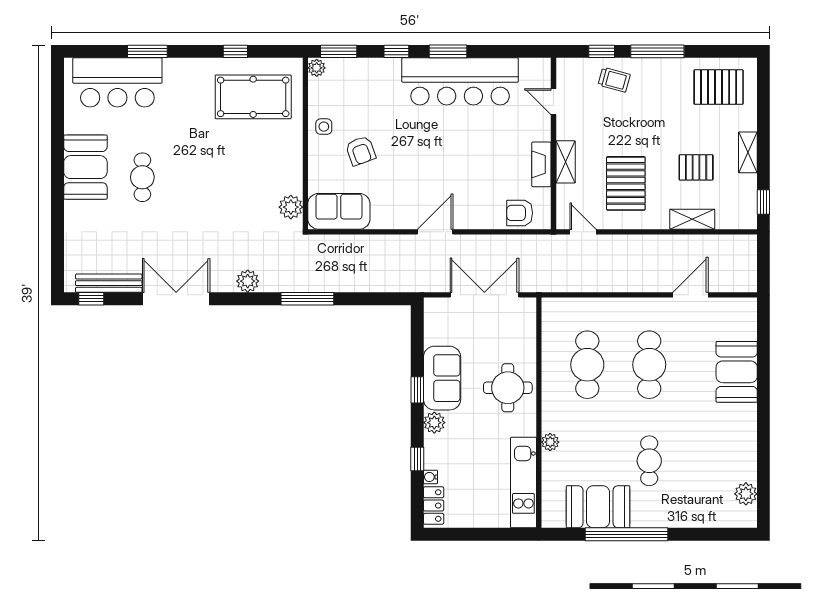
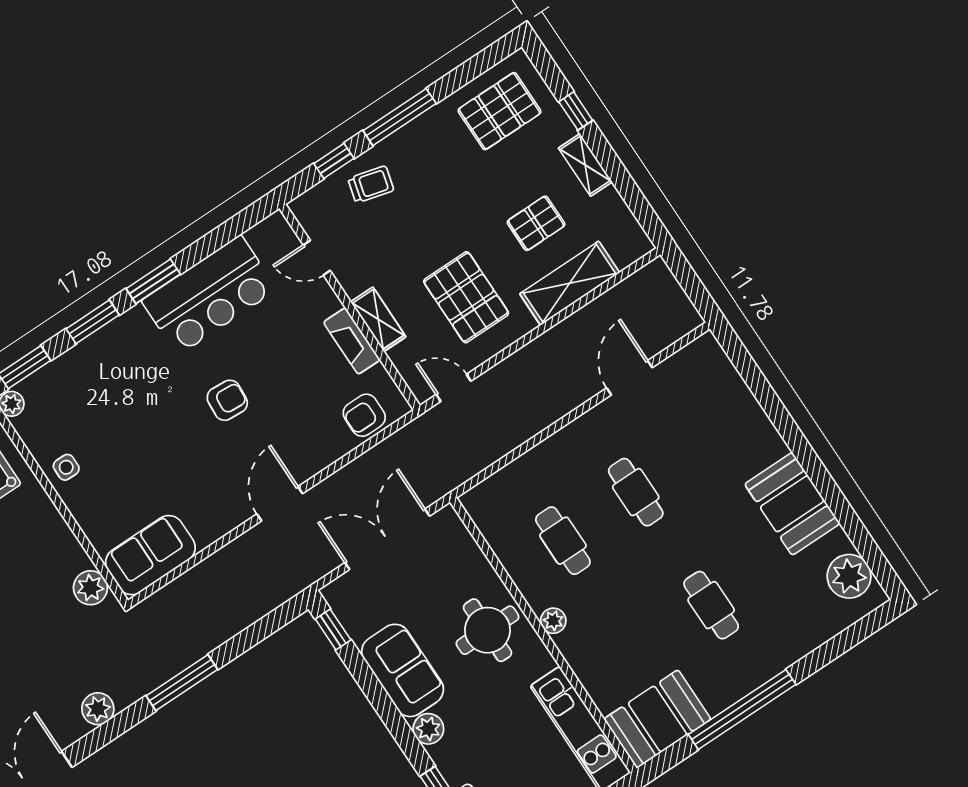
window: (396, 51) -> (93, 322), width x1.50
bar counter: (460, 81) -> (209, 295), width x0.73
armchair: (361, 151) -> (227, 400), moved, turned -66
window: (763, 202) -> (576, 111), moved
shelving: (692, 219) -> (570, 283), width x1.50, depth x1.33
cafe table: (587, 365) -> (563, 541), width x0.73, depth x0.74
cafe table: (649, 365) -> (636, 492), width x0.73, depth x0.74
booth: (737, 372) -> (792, 504), moved
window: (417, 390) -> (333, 629), moved
plant: (550, 442) -> (553, 621), moved
plant: (746, 494) -> (849, 576), width x1.36, depth x1.36
booth: (598, 507) -> (657, 719), moved

